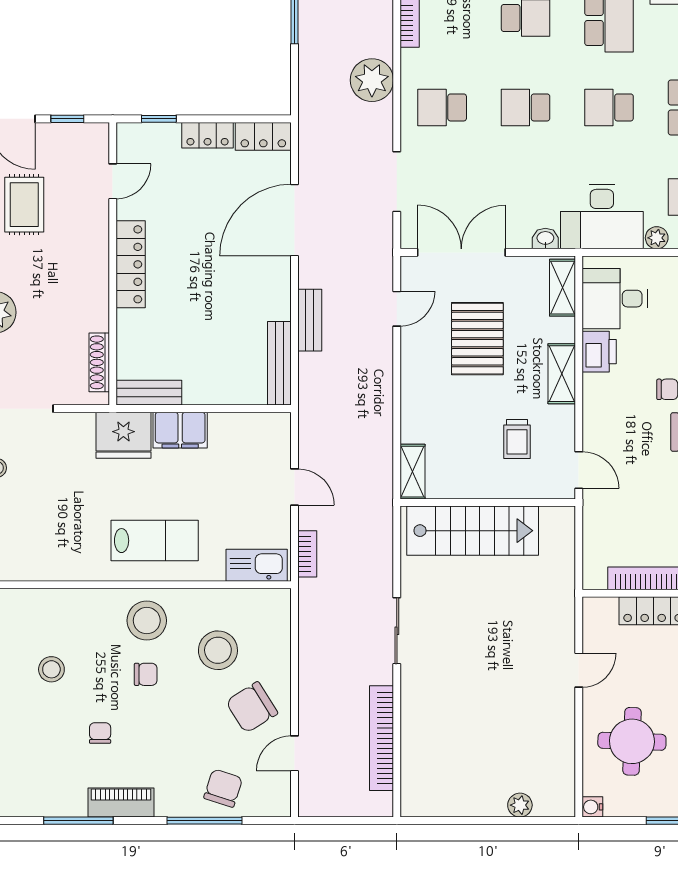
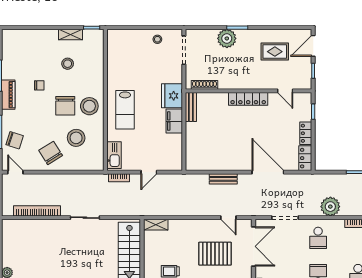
school desk: (442, 107) -> (318, 238), turned 180
bench: (279, 363) -> (204, 165), removed
chair: (146, 674) -> (65, 106), width x1.87, depth x1.87
door: (295, 753) -> (15, 172), moved

